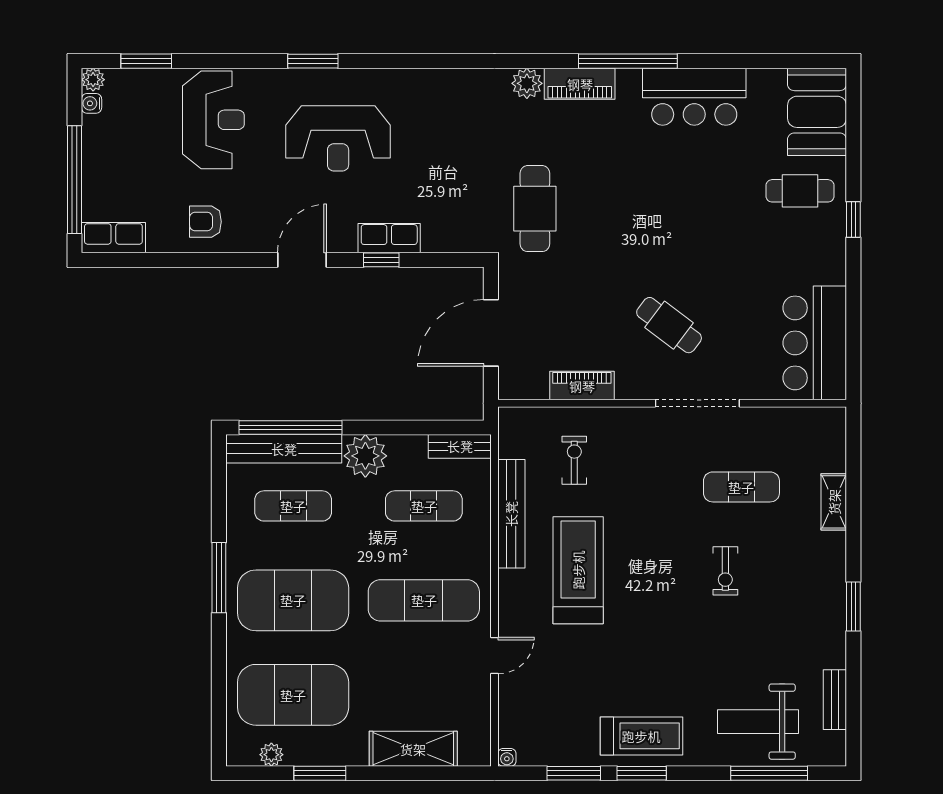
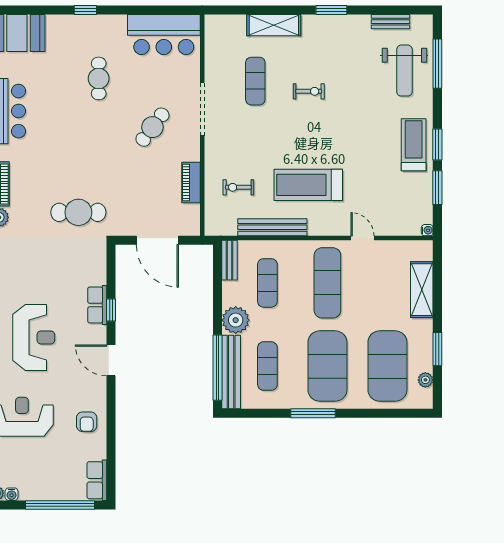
cafe table: (800, 191) -> (99, 78), moved
shelving: (834, 502) -> (274, 25), width x1.50, depth x1.33

